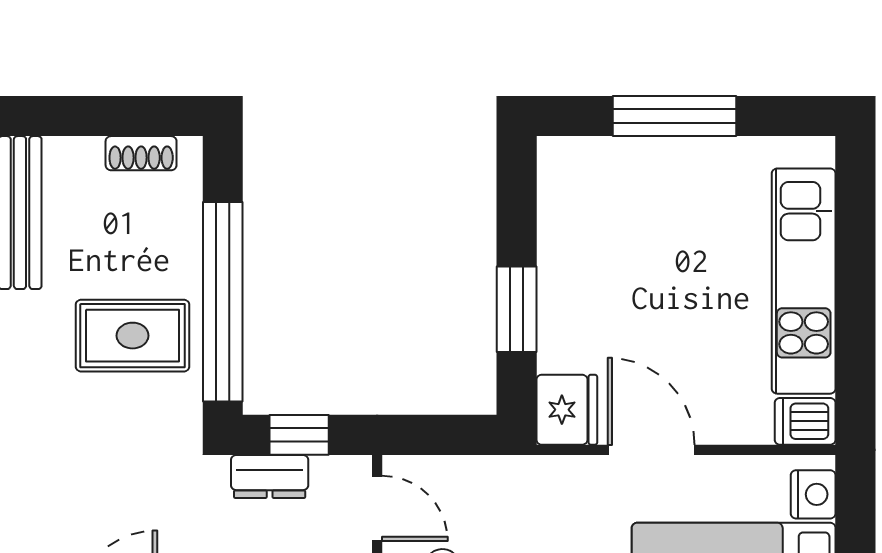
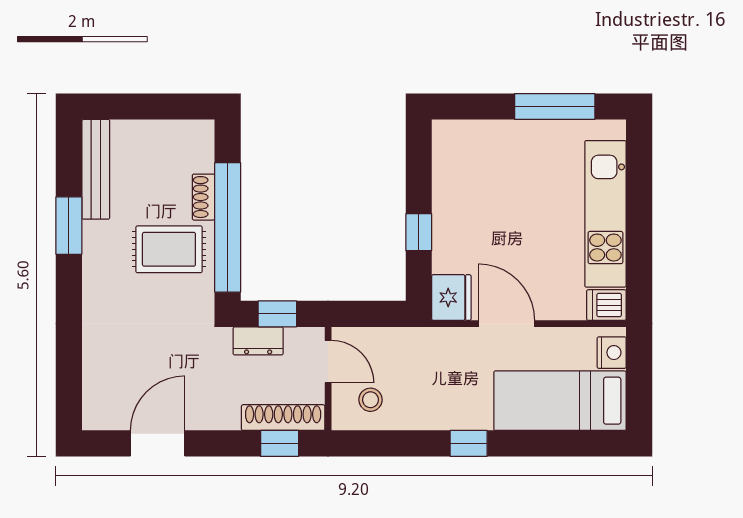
window: (674, 116) -> (555, 107), moved
shoe rack: (141, 153) -> (203, 197), moved, turned 90
window: (517, 309) -> (419, 232), width x0.67

